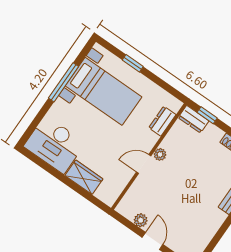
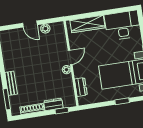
dresser: (194, 119) -> (53, 104), moved
wardrobe: (84, 177) -> (87, 24), width x1.50

